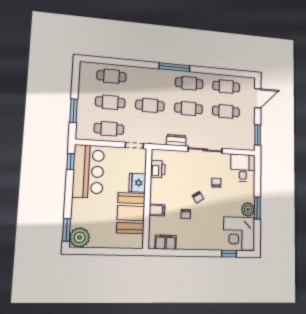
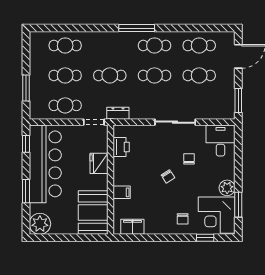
dresser: (176, 140) -> (118, 113), moved
bar counter: (88, 171) -> (45, 164), width x1.36
window: (257, 208) -> (238, 205), moved
booth: (131, 213) -> (93, 213), moved
chair: (186, 214) -> (183, 219), moved
window: (66, 230) -> (26, 191), moved

